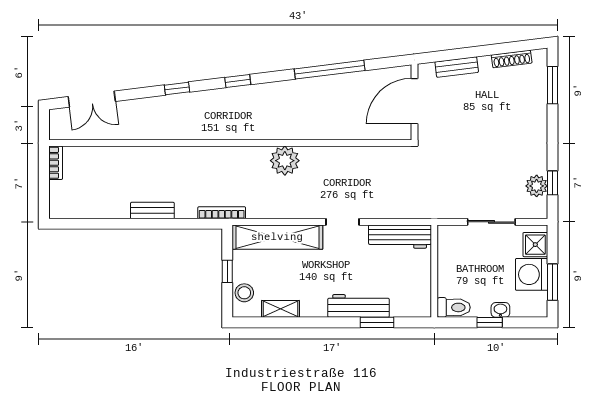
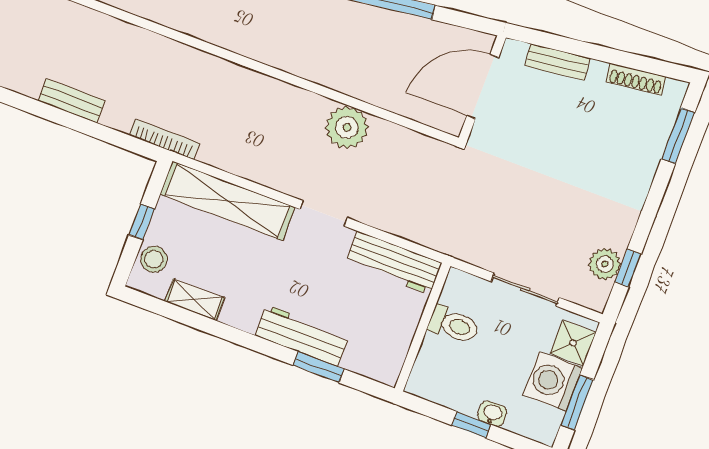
plant: (285, 161) -> (347, 127), moved
toilet: (454, 307) -> (454, 325), moved

